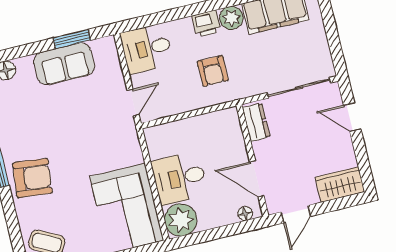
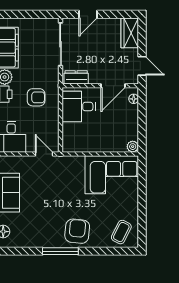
desk: (180, 178) -> (79, 107), moved, turned 90
plant: (181, 220) -> (133, 147), width x0.53, depth x0.53

